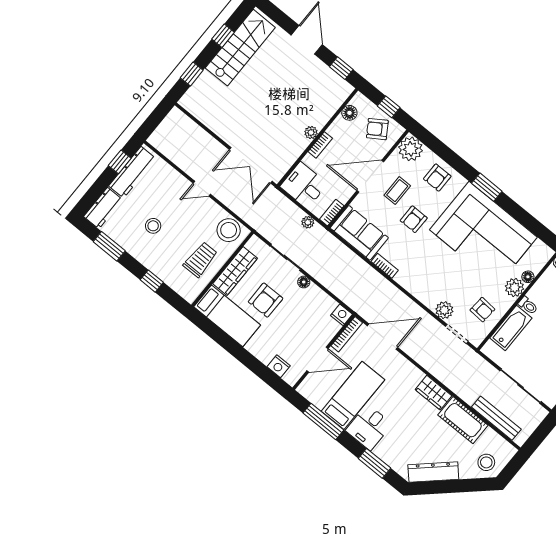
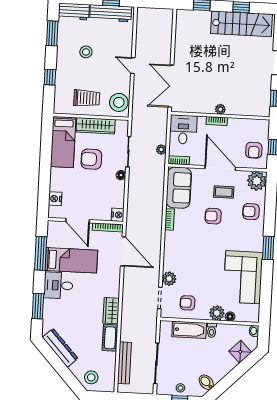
floor lamp: (349, 113) -> (251, 125), removed
armchair: (377, 129) -> (254, 150), turned -147
corner sofa: (483, 233) -> (243, 277), width x0.73, depth x0.74
armchair: (482, 310) -> (187, 303), turned 86
cot: (463, 420) -> (110, 338), width x0.73, depth x0.75

